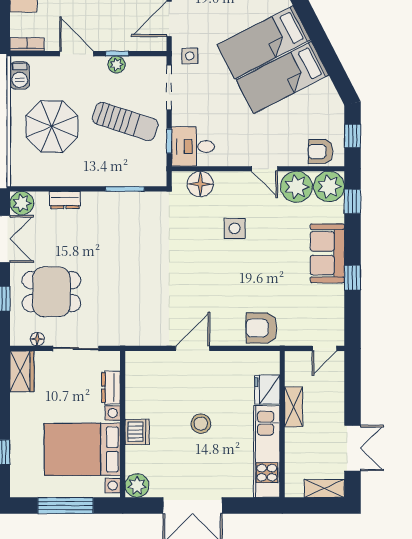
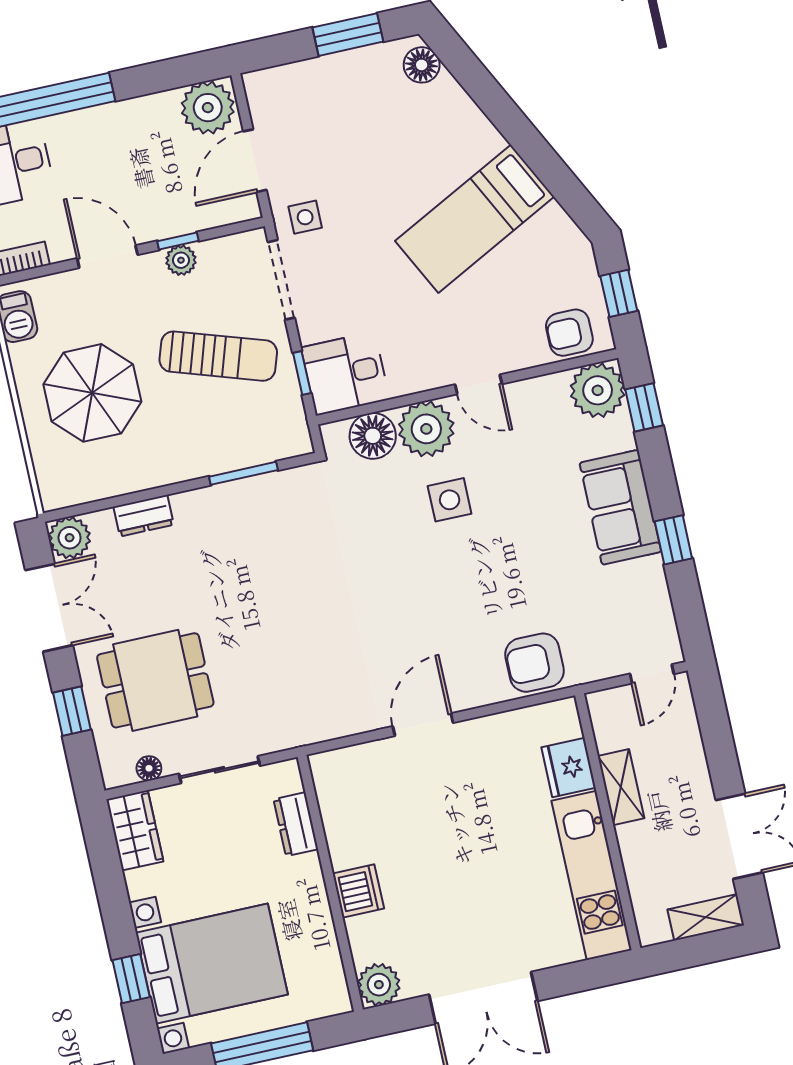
bed: (264, 42) -> (429, 165), removed
plant: (296, 187) -> (426, 429), moved
stool: (201, 424) -> (466, 852), removed
bed with nightstands: (82, 449) -> (212, 964), moved, turned 180

